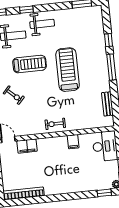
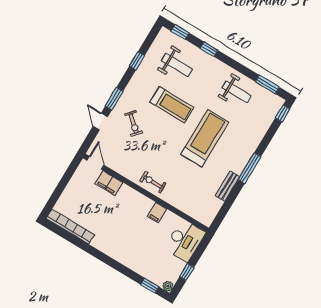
weight bench: (42, 24) -> (237, 92), moved
window: (109, 40) -> (282, 114), moved
bench: (107, 104) -> (227, 186), moved

